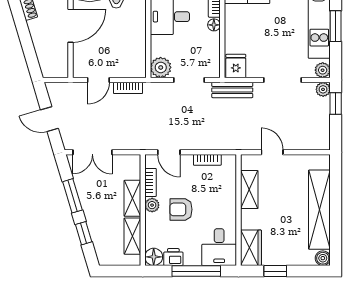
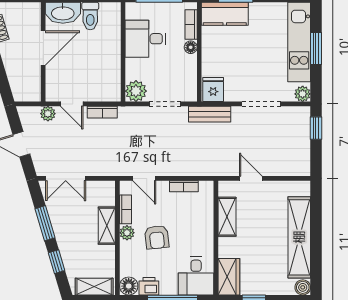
door: (98, 80) -> (72, 104), hinge flipped
plant: (323, 89) -> (48, 114), moved
armchair: (181, 209) -> (157, 237), turned -96
shelving: (132, 236) -> (94, 287), moved, turned 90

